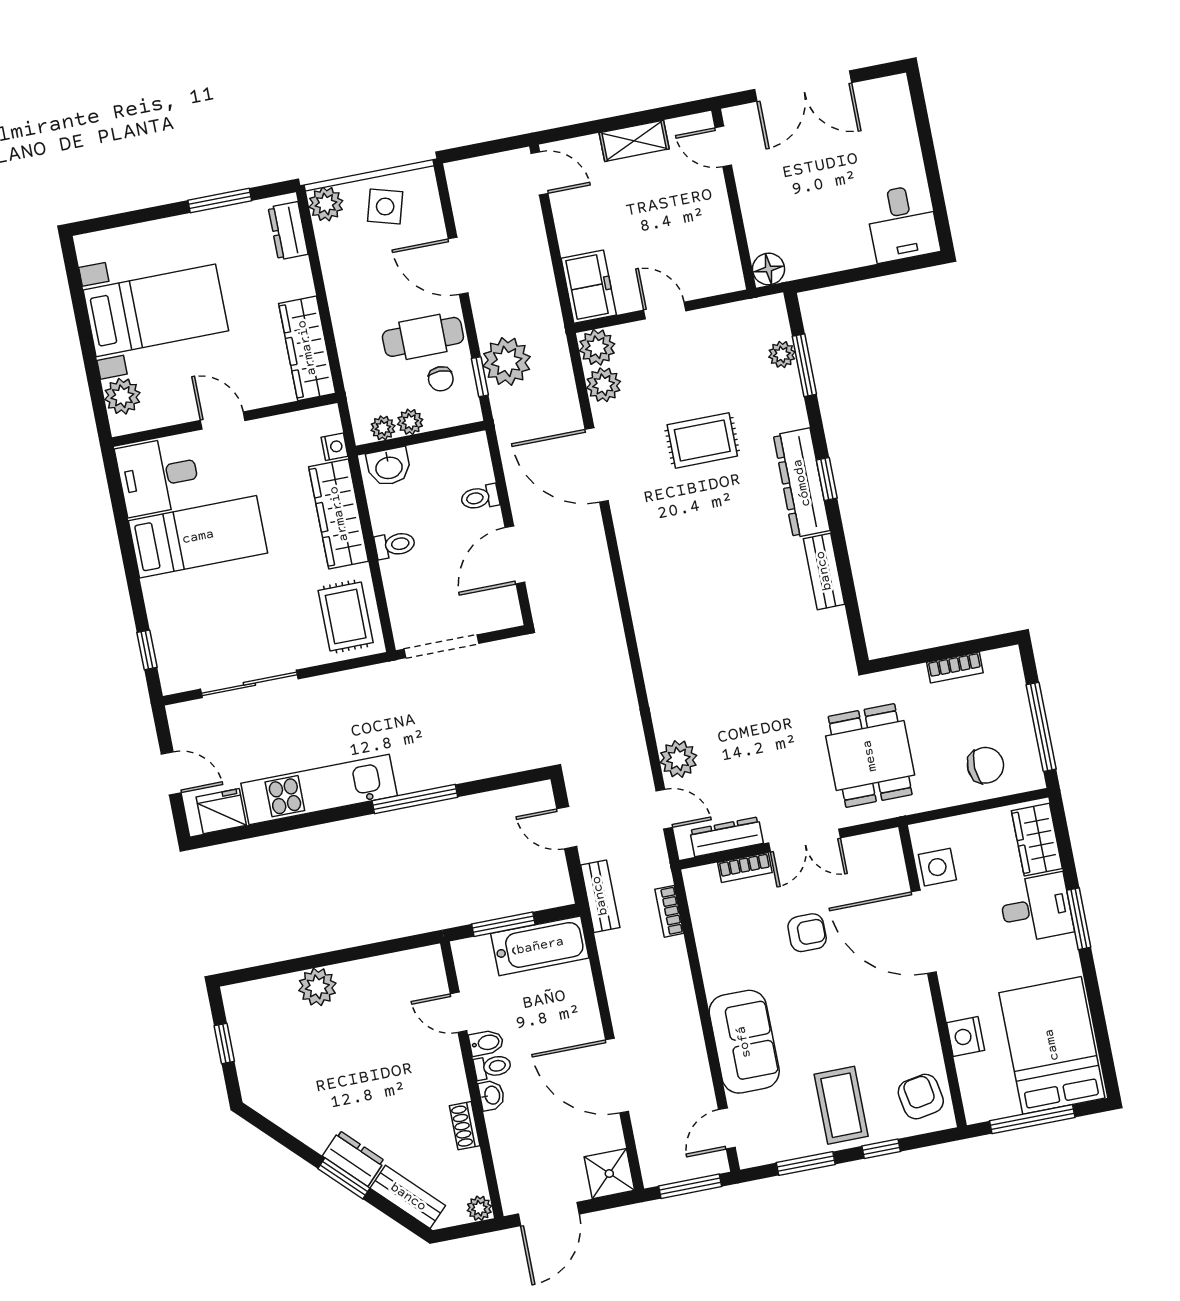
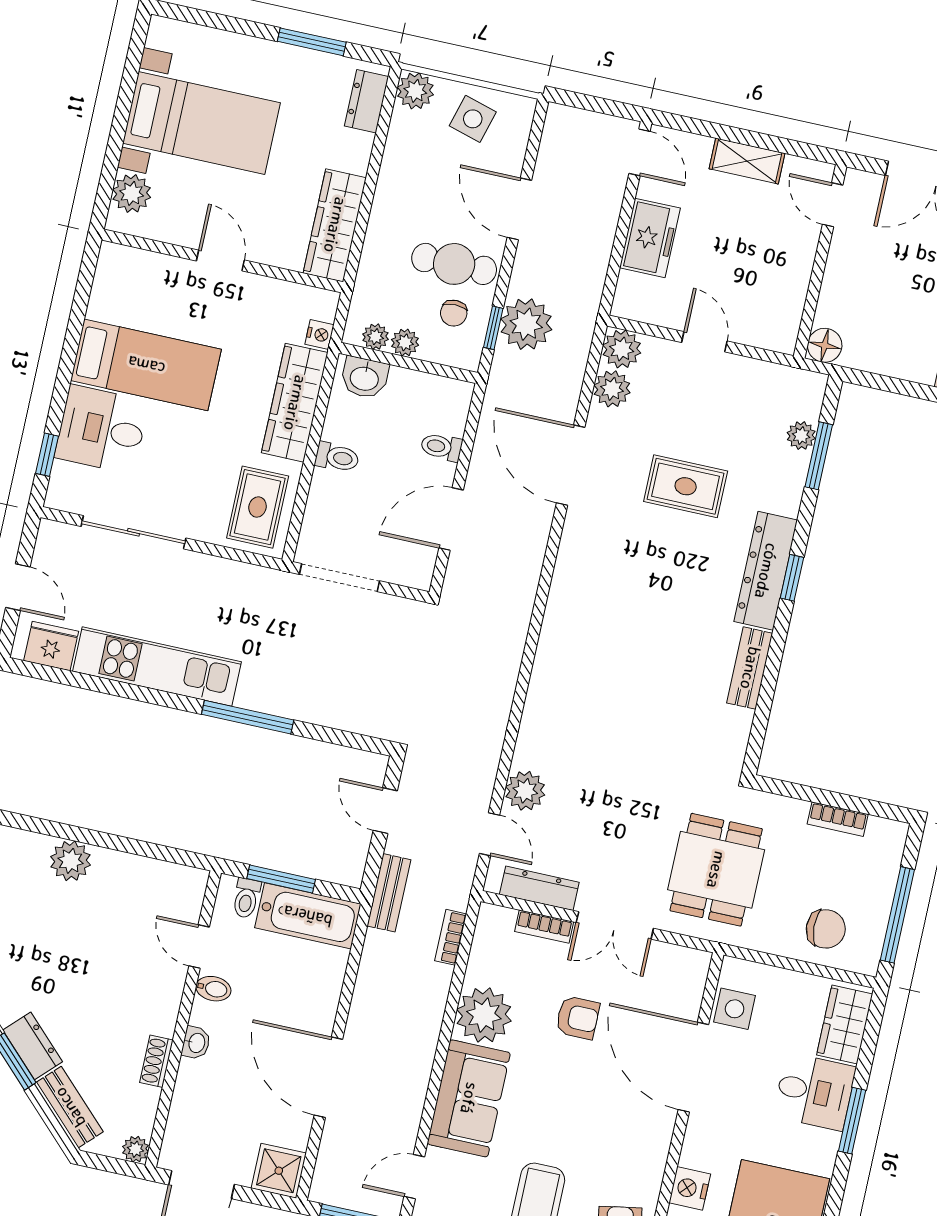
freezer: (589, 287) -> (650, 238), moved
desk: (158, 476) -> (102, 429), moved
plant: (726, 965) -> (484, 1015), added
toilet: (492, 1067) -> (246, 898), moved, turned 90

